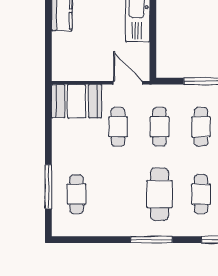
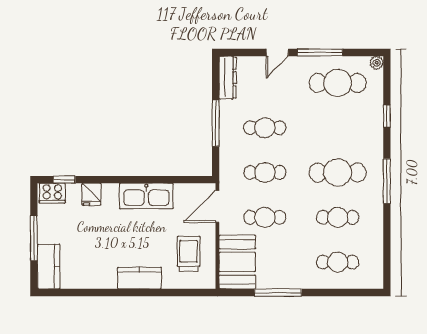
trolley: (84, 56) -> (189, 254), added
window: (48, 187) -> (278, 293), moved
cafe table: (201, 194) -> (338, 217), moved

